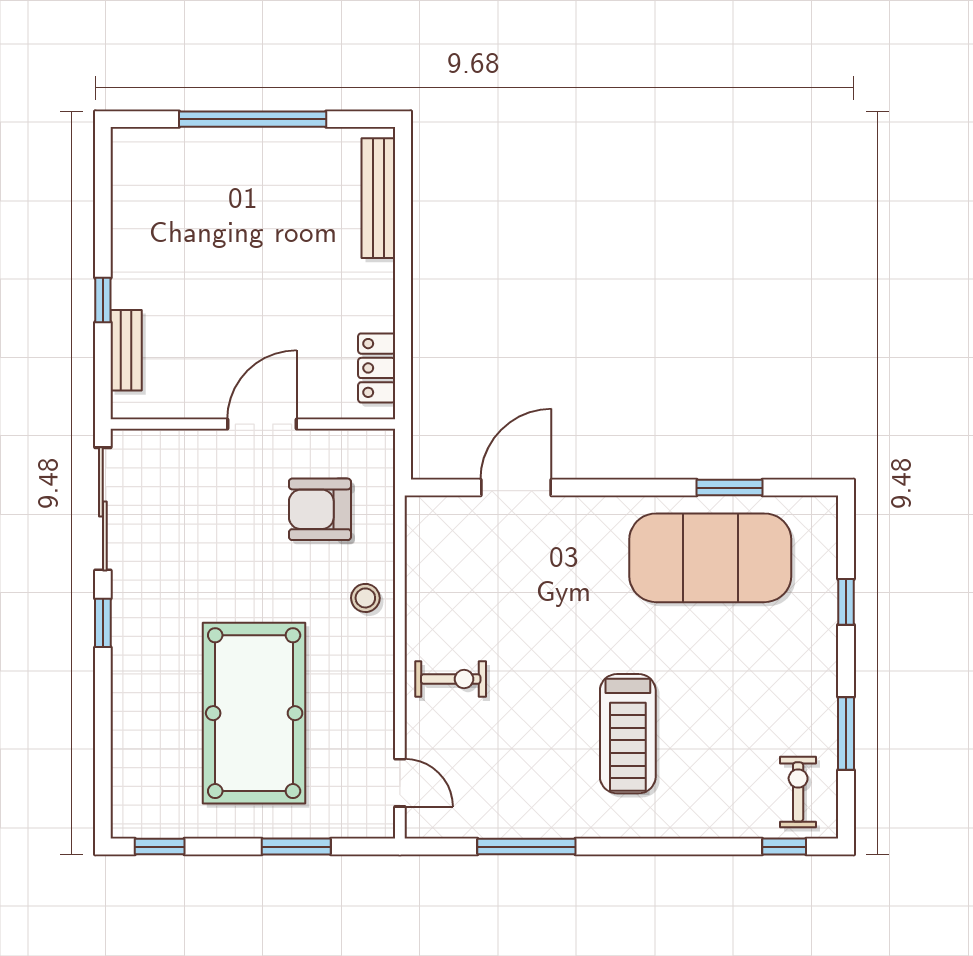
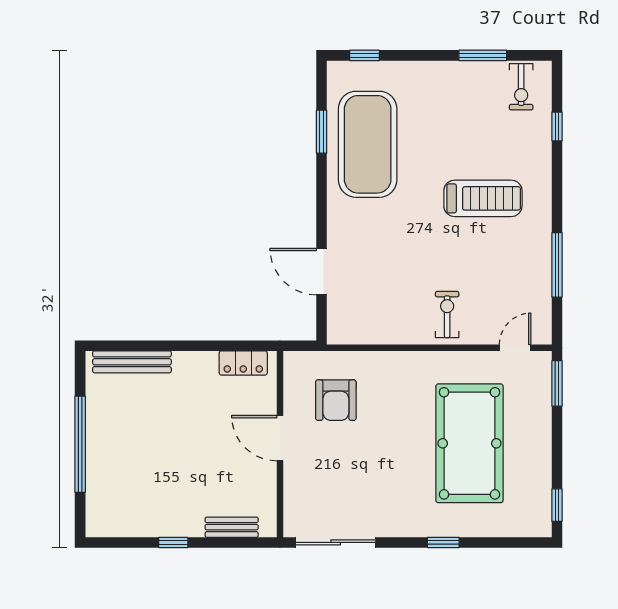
window: (103, 300) -> (173, 542), moved
stool: (365, 598) -> (394, 370), removed
window: (846, 602) -> (364, 55), moved
window: (103, 623) -> (443, 542), moved
pool table: (254, 713) -> (469, 443), turned 90
exercise bike: (798, 792) -> (521, 87), turned -90
window: (296, 847) -> (557, 383), moved
window: (784, 847) -> (557, 126), moved

